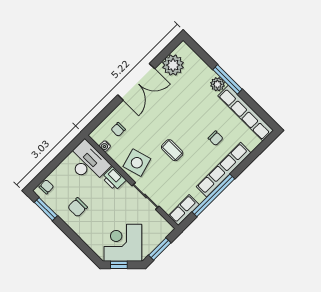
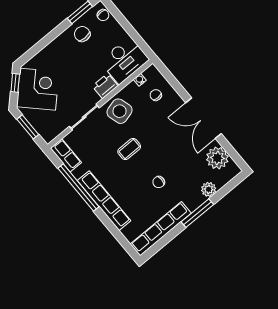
plant: (217, 84) -> (209, 189), moved
chair: (216, 138) -> (159, 182), moved
chair: (78, 207) -> (82, 34), moved

